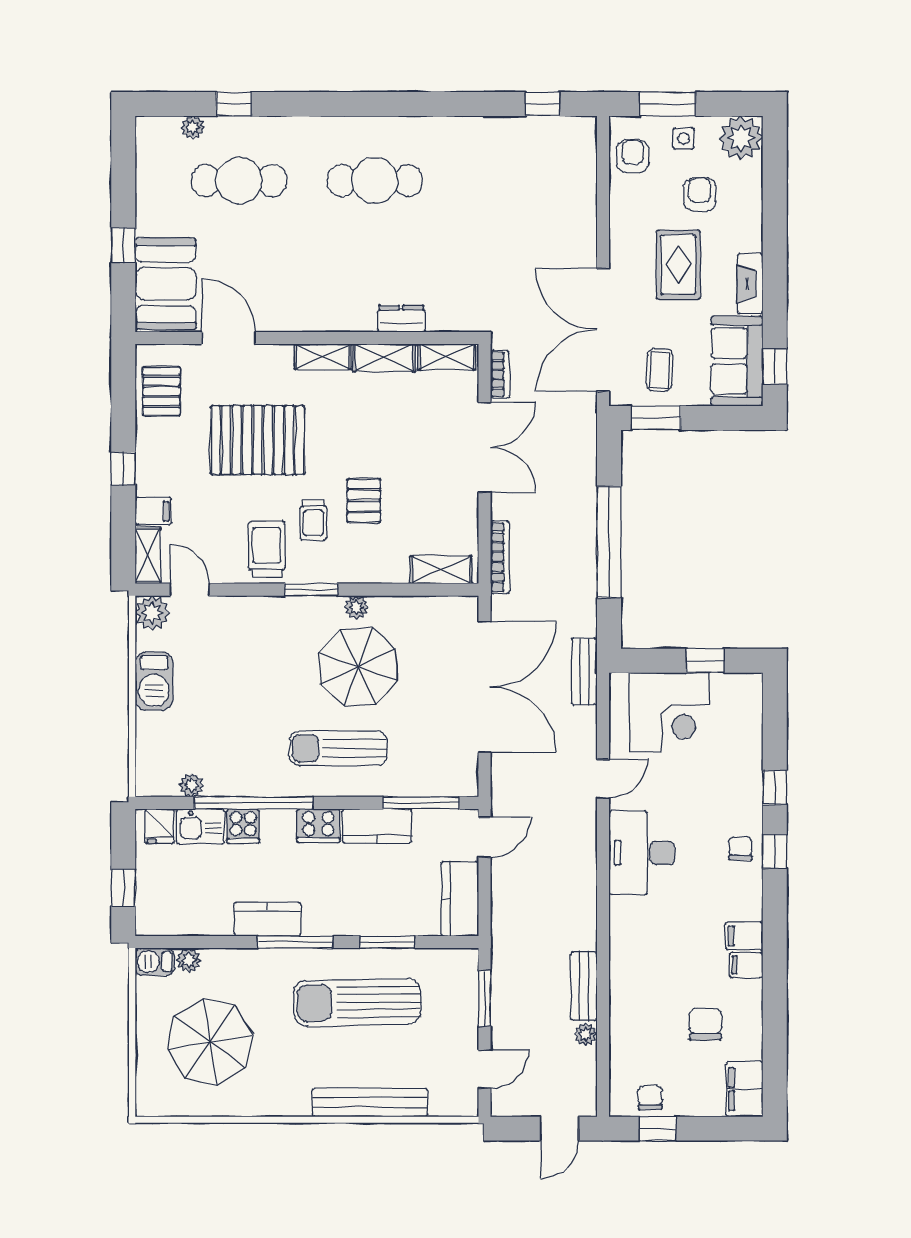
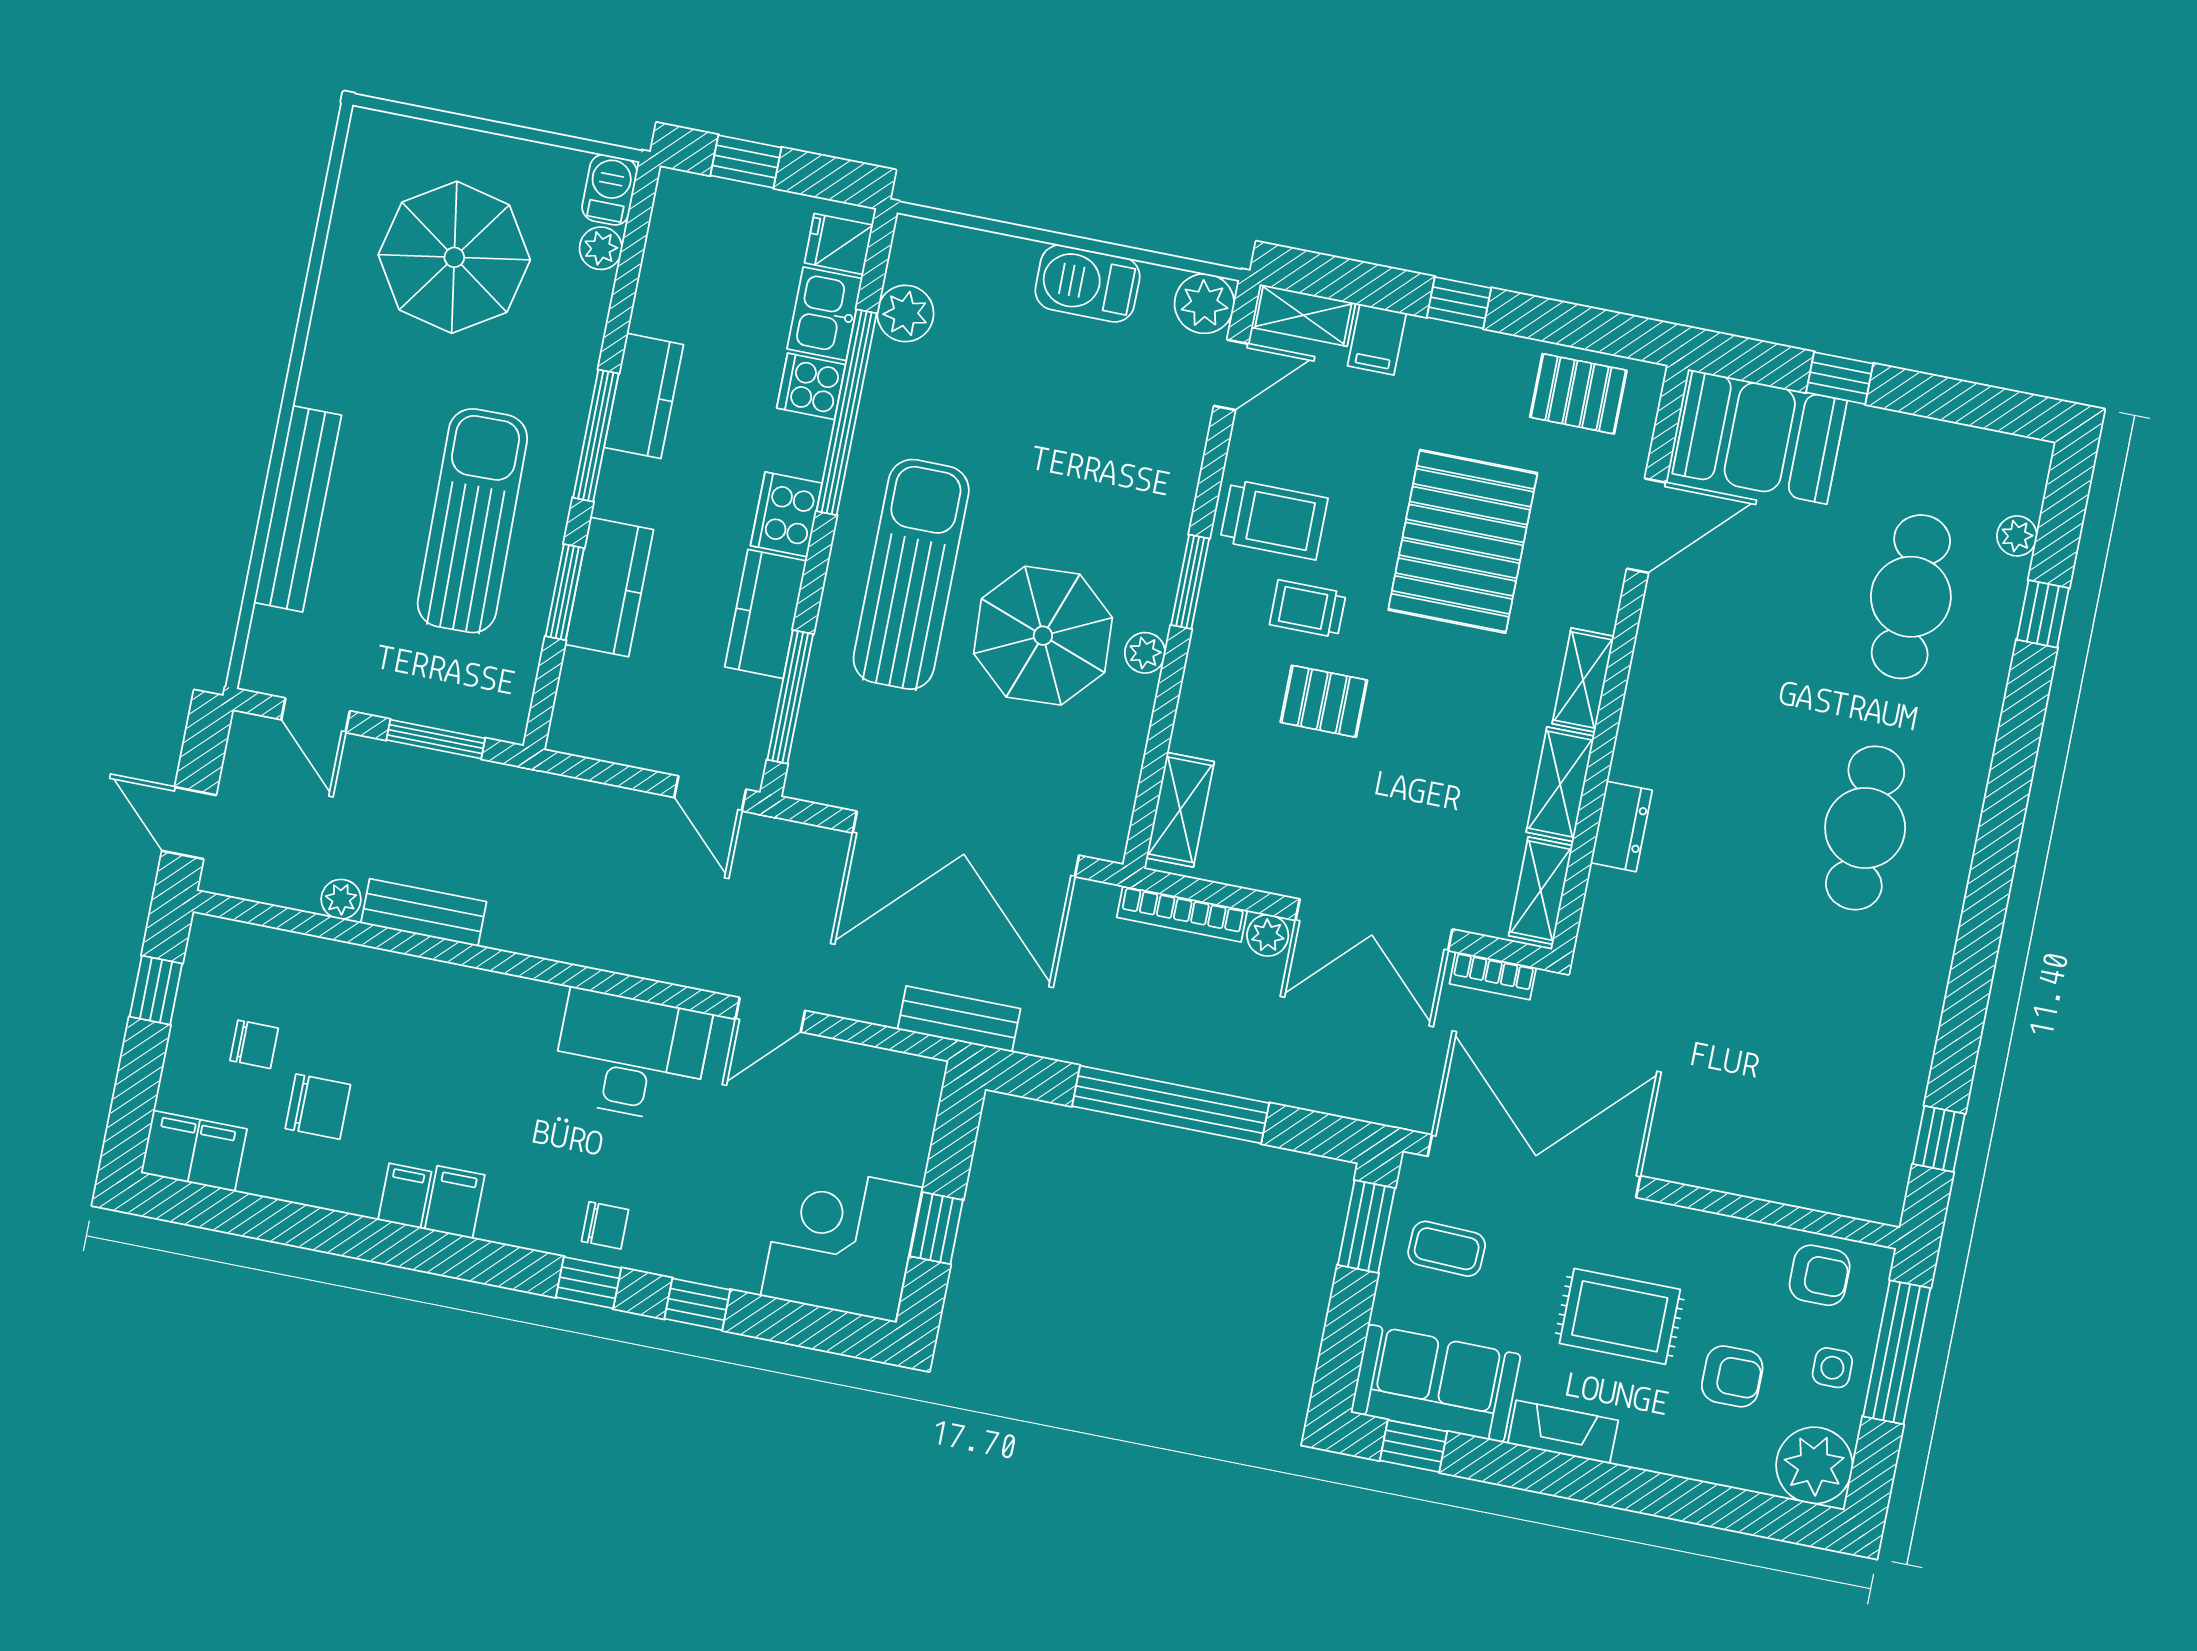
window: (668, 104) -> (1897, 1352), width x1.44
plant: (502, 506) -> (1268, 935), added
corner desk: (670, 712) -> (841, 1242), moved, turned 90
sun lounger: (338, 748) -> (911, 574), width x1.36, depth x1.34
door: (603, 779) -> (770, 1015), hinge flipped
plant: (191, 785) -> (905, 313), width x1.38, depth x1.38
kitchen counter: (460, 899) -> (609, 587), moved, turned 90
chair: (650, 1098) -> (254, 1044), moved

